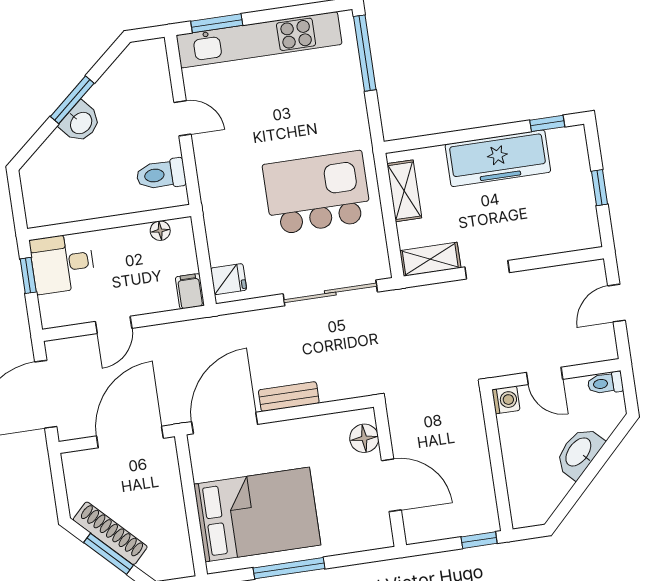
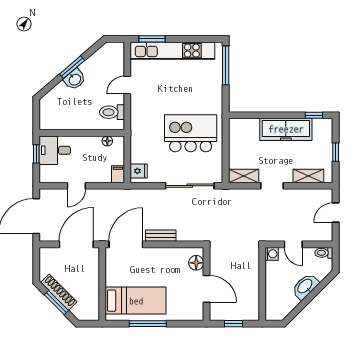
door: (183, 118) -> (127, 85), swing flipped
shelving: (404, 191) -> (308, 176), moved, turned 90
bed: (257, 515) -> (136, 301), width x0.67
window: (479, 540) -> (234, 324), moved

